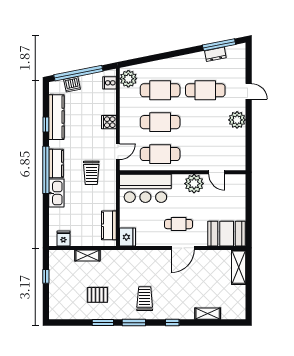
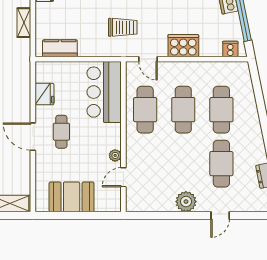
plant: (128, 79) -> (235, 72), removed
cooker: (109, 122) -> (183, 46), width x1.87, depth x1.31
trolley: (91, 173) -> (123, 27), turned 180
plant: (194, 184) -> (115, 155), width x0.53, depth x0.53
booth: (227, 234) -> (72, 197), moved, turned 90
fridge: (128, 237) -> (44, 94), moved, turned -90

